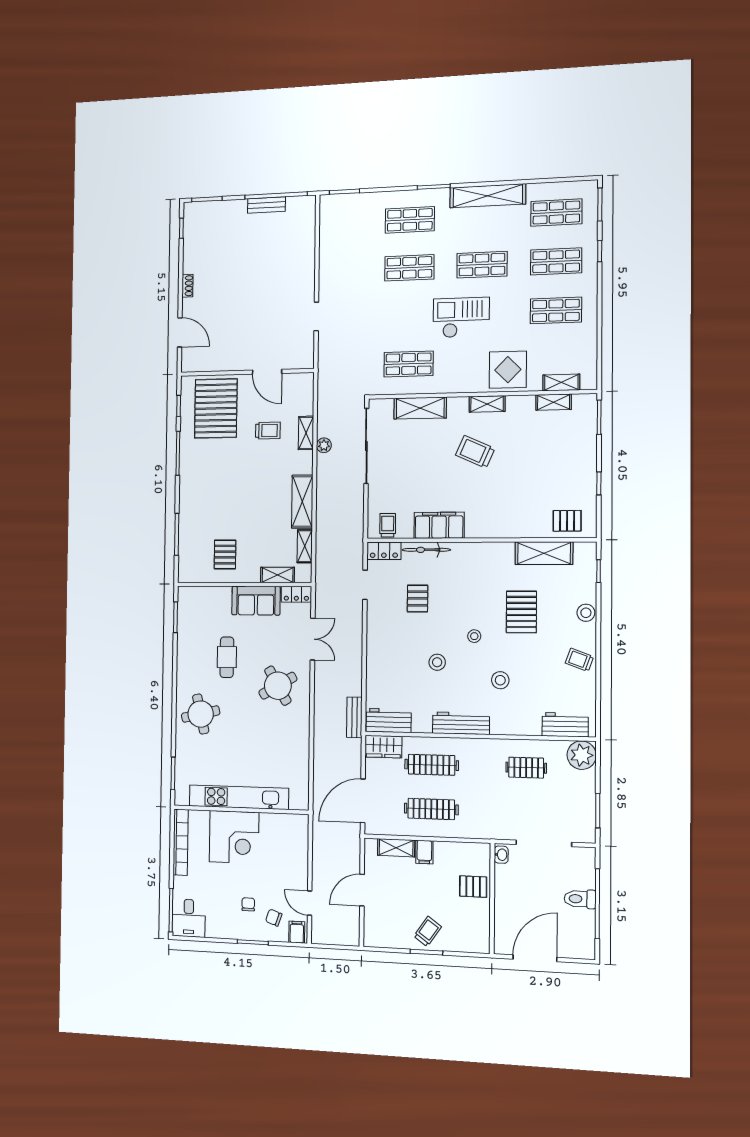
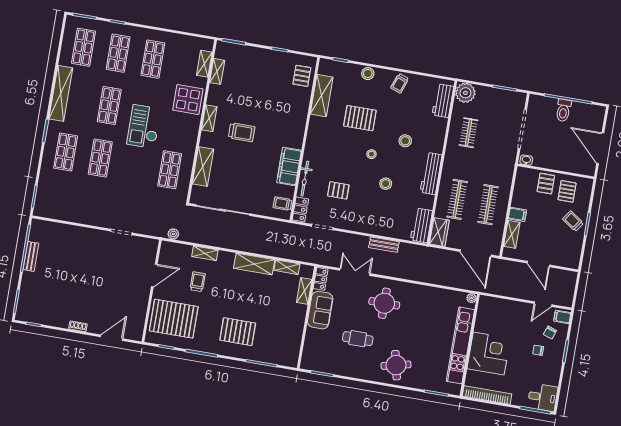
plant: (324, 445) -> (173, 234), moved
trolley: (475, 452) -> (242, 132), turned -114
pallet: (225, 554) -> (238, 332), moved, width x1.50, depth x1.42
round table: (278, 686) -> (384, 303), turned 30
bench: (354, 717) -> (384, 245), moved
plant: (303, 804) -> (472, 298), added
pallet: (467, 918) -> (567, 191), added

